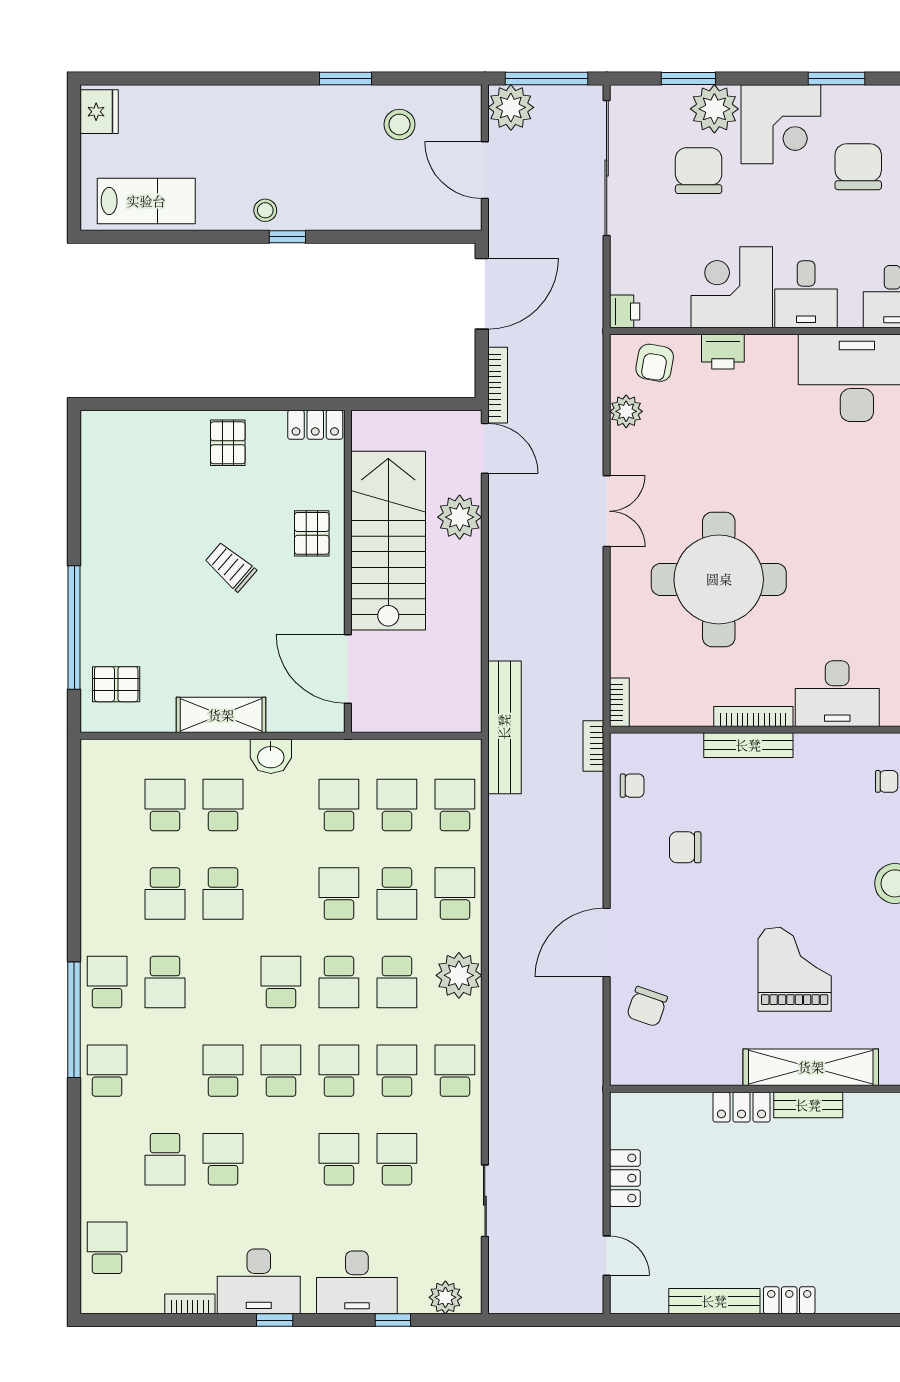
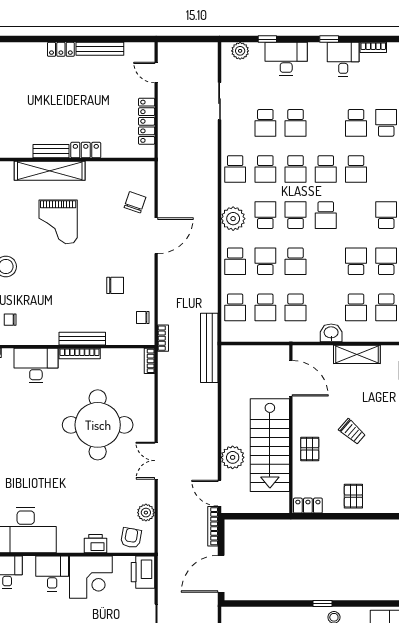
printer: (625, 311) -> (143, 572), width x1.87, depth x1.48
locker: (625, 1178) -> (147, 121), width x1.53
desk: (259, 1281) -> (343, 59), width x0.73

